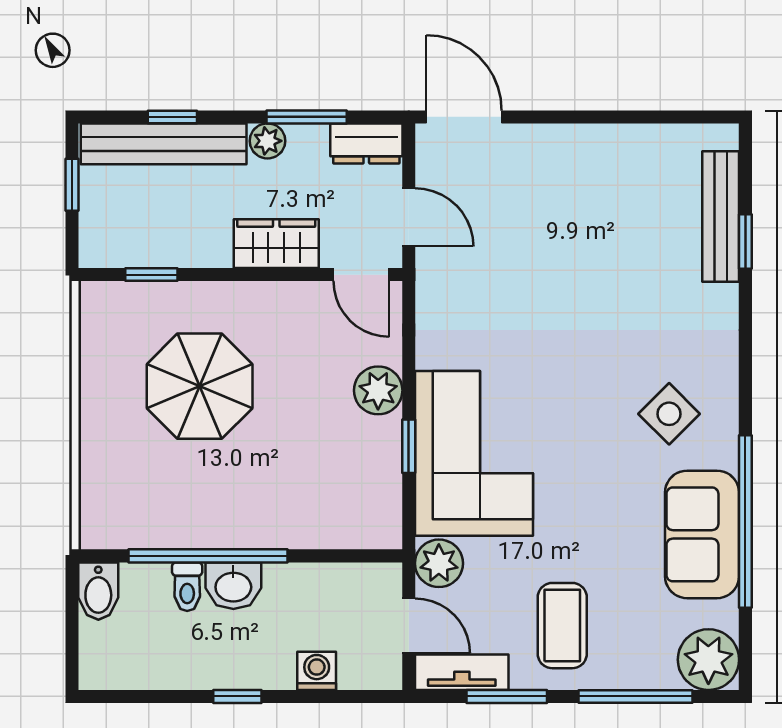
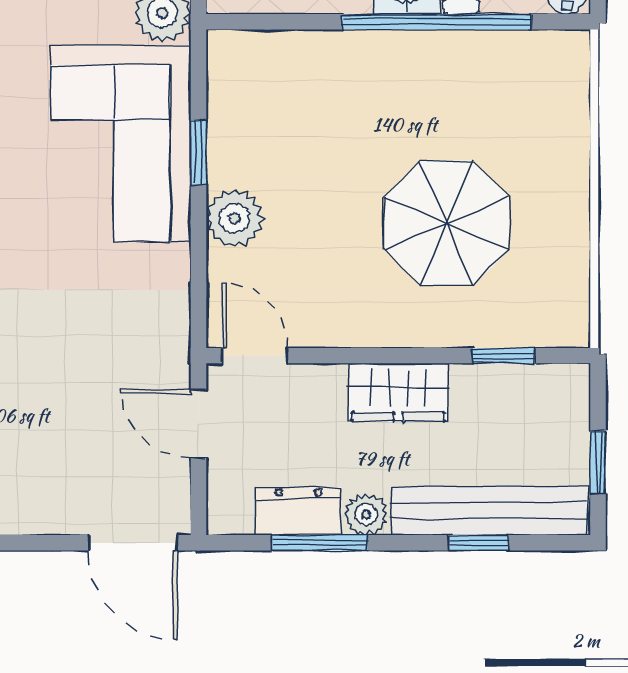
dresser: (366, 144) -> (298, 511), moved
wardrobe: (276, 244) -> (398, 392), moved

